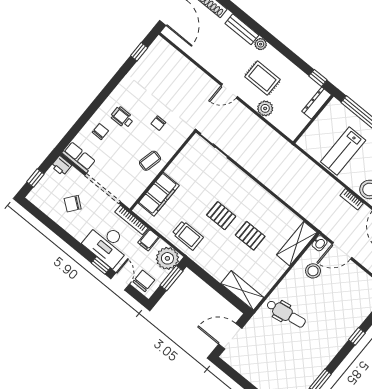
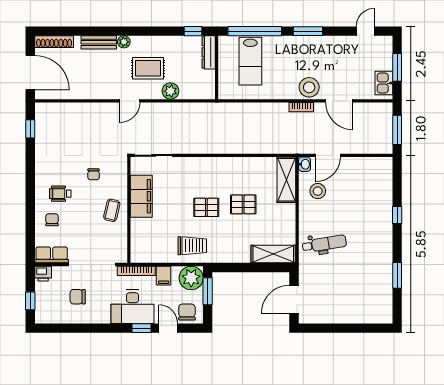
lab bench: (343, 151) -> (250, 61), moved
filing cabinet: (159, 194) -> (141, 196), moved
chair: (73, 204) -> (78, 297), turned 52

